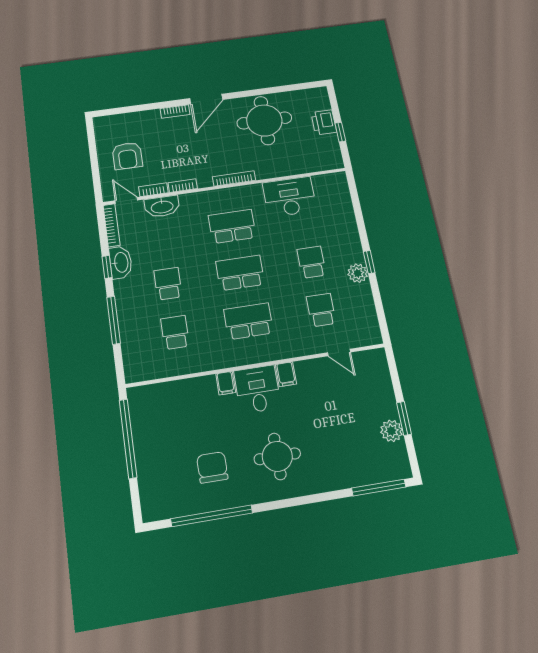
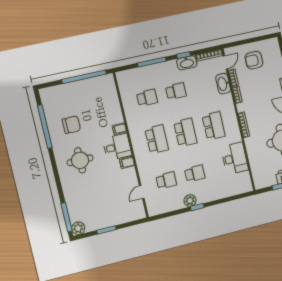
plant: (391, 431) -> (78, 228), moved

